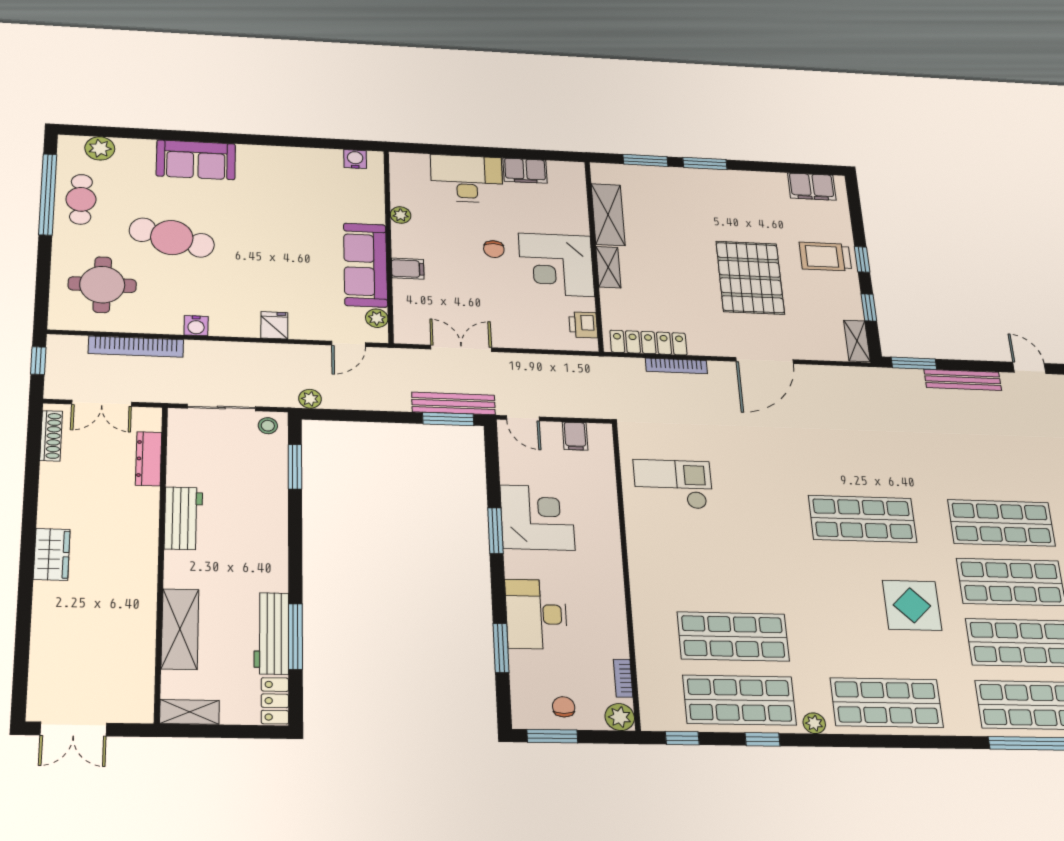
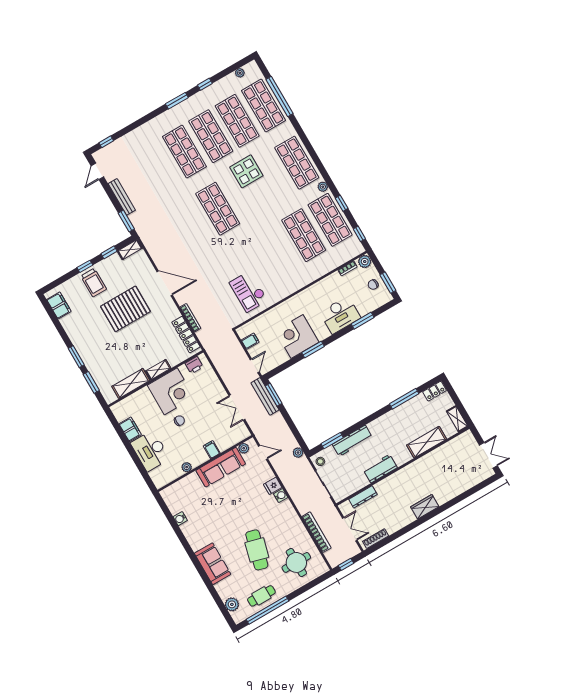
water cooler: (355, 159) -> (180, 519), moved
water cooler: (196, 326) -> (281, 496), moved
workbench: (271, 633) -> (352, 441), moved

